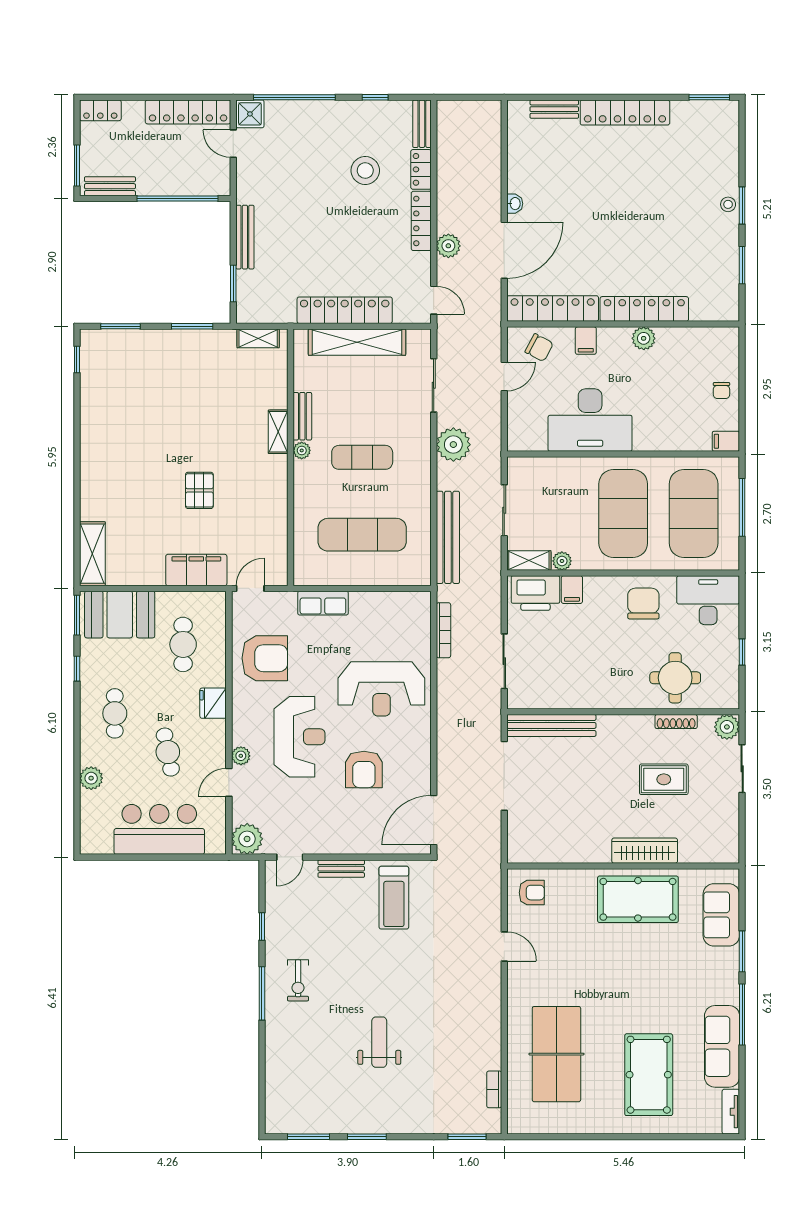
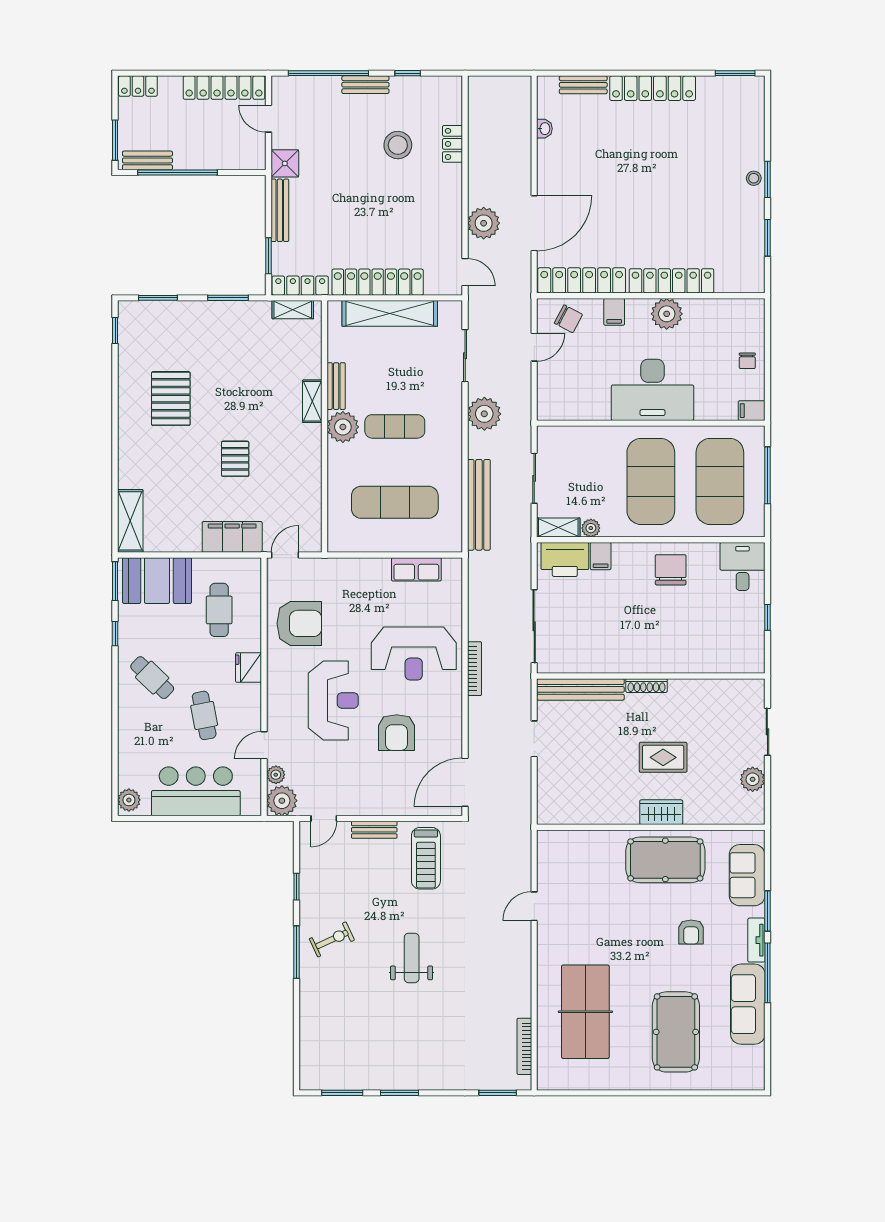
shower: (250, 114) -> (285, 163), moved
bench: (422, 124) -> (365, 85), moved, turned 90
window: (178, 199) -> (177, 173), moved
washbasin: (515, 204) -> (544, 129), moved
locker: (421, 221) -> (300, 286), moved, turned 90
plant: (448, 246) -> (484, 223), width x1.36, depth x1.36
plant: (644, 338) -> (667, 314), width x1.36, depth x1.36
desk: (590, 420) -> (652, 390), moved
pallet: (134, 429) -> (171, 399), added
plant: (302, 450) -> (343, 427), width x1.88, depth x1.88
desk: (708, 600) -> (743, 567), width x0.73
row of seats: (323, 603) -> (416, 569), moved
bookcase: (443, 630) -> (475, 669), moved
sliding door: (504, 661) -> (534, 626), width x1.37
round table: (675, 678) -> (702, 643), removed
cafe table: (115, 713) -> (152, 678), turned -46
shoe rack: (676, 722) -> (646, 686), moved
plant: (727, 727) -> (753, 779), moved
plant: (241, 756) -> (276, 775), moved
doorway: (504, 776) -> (534, 739), width x0.53
plant: (91, 778) -> (129, 800), moved
rug: (664, 779) -> (663, 757), moved
wardrobe: (645, 851) -> (661, 812), width x0.67
armchair: (532, 893) -> (691, 932), moved, turned 90
door: (504, 946) -> (534, 906), swing flipped
exercise bike: (298, 980) -> (332, 939), turned -115
weight bench: (379, 1042) -> (412, 958), moved
bookcase: (494, 1089) -> (524, 1046), width x1.56
tv unit: (731, 1112) -> (756, 940), moved

